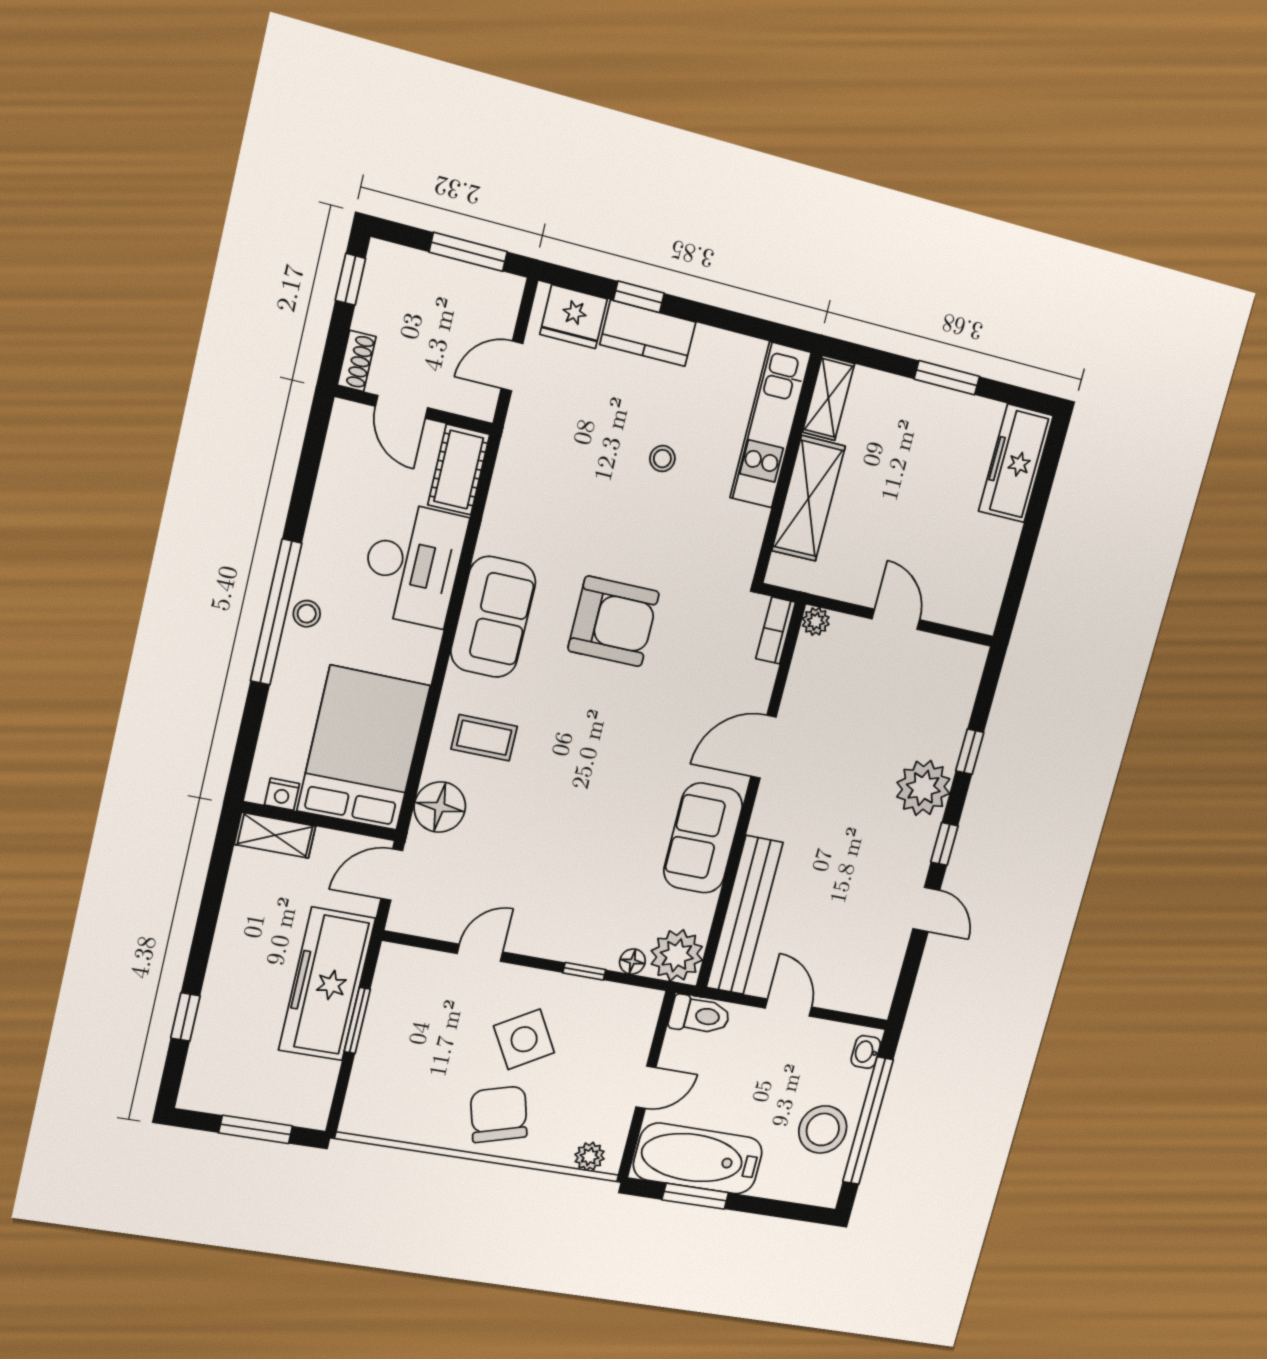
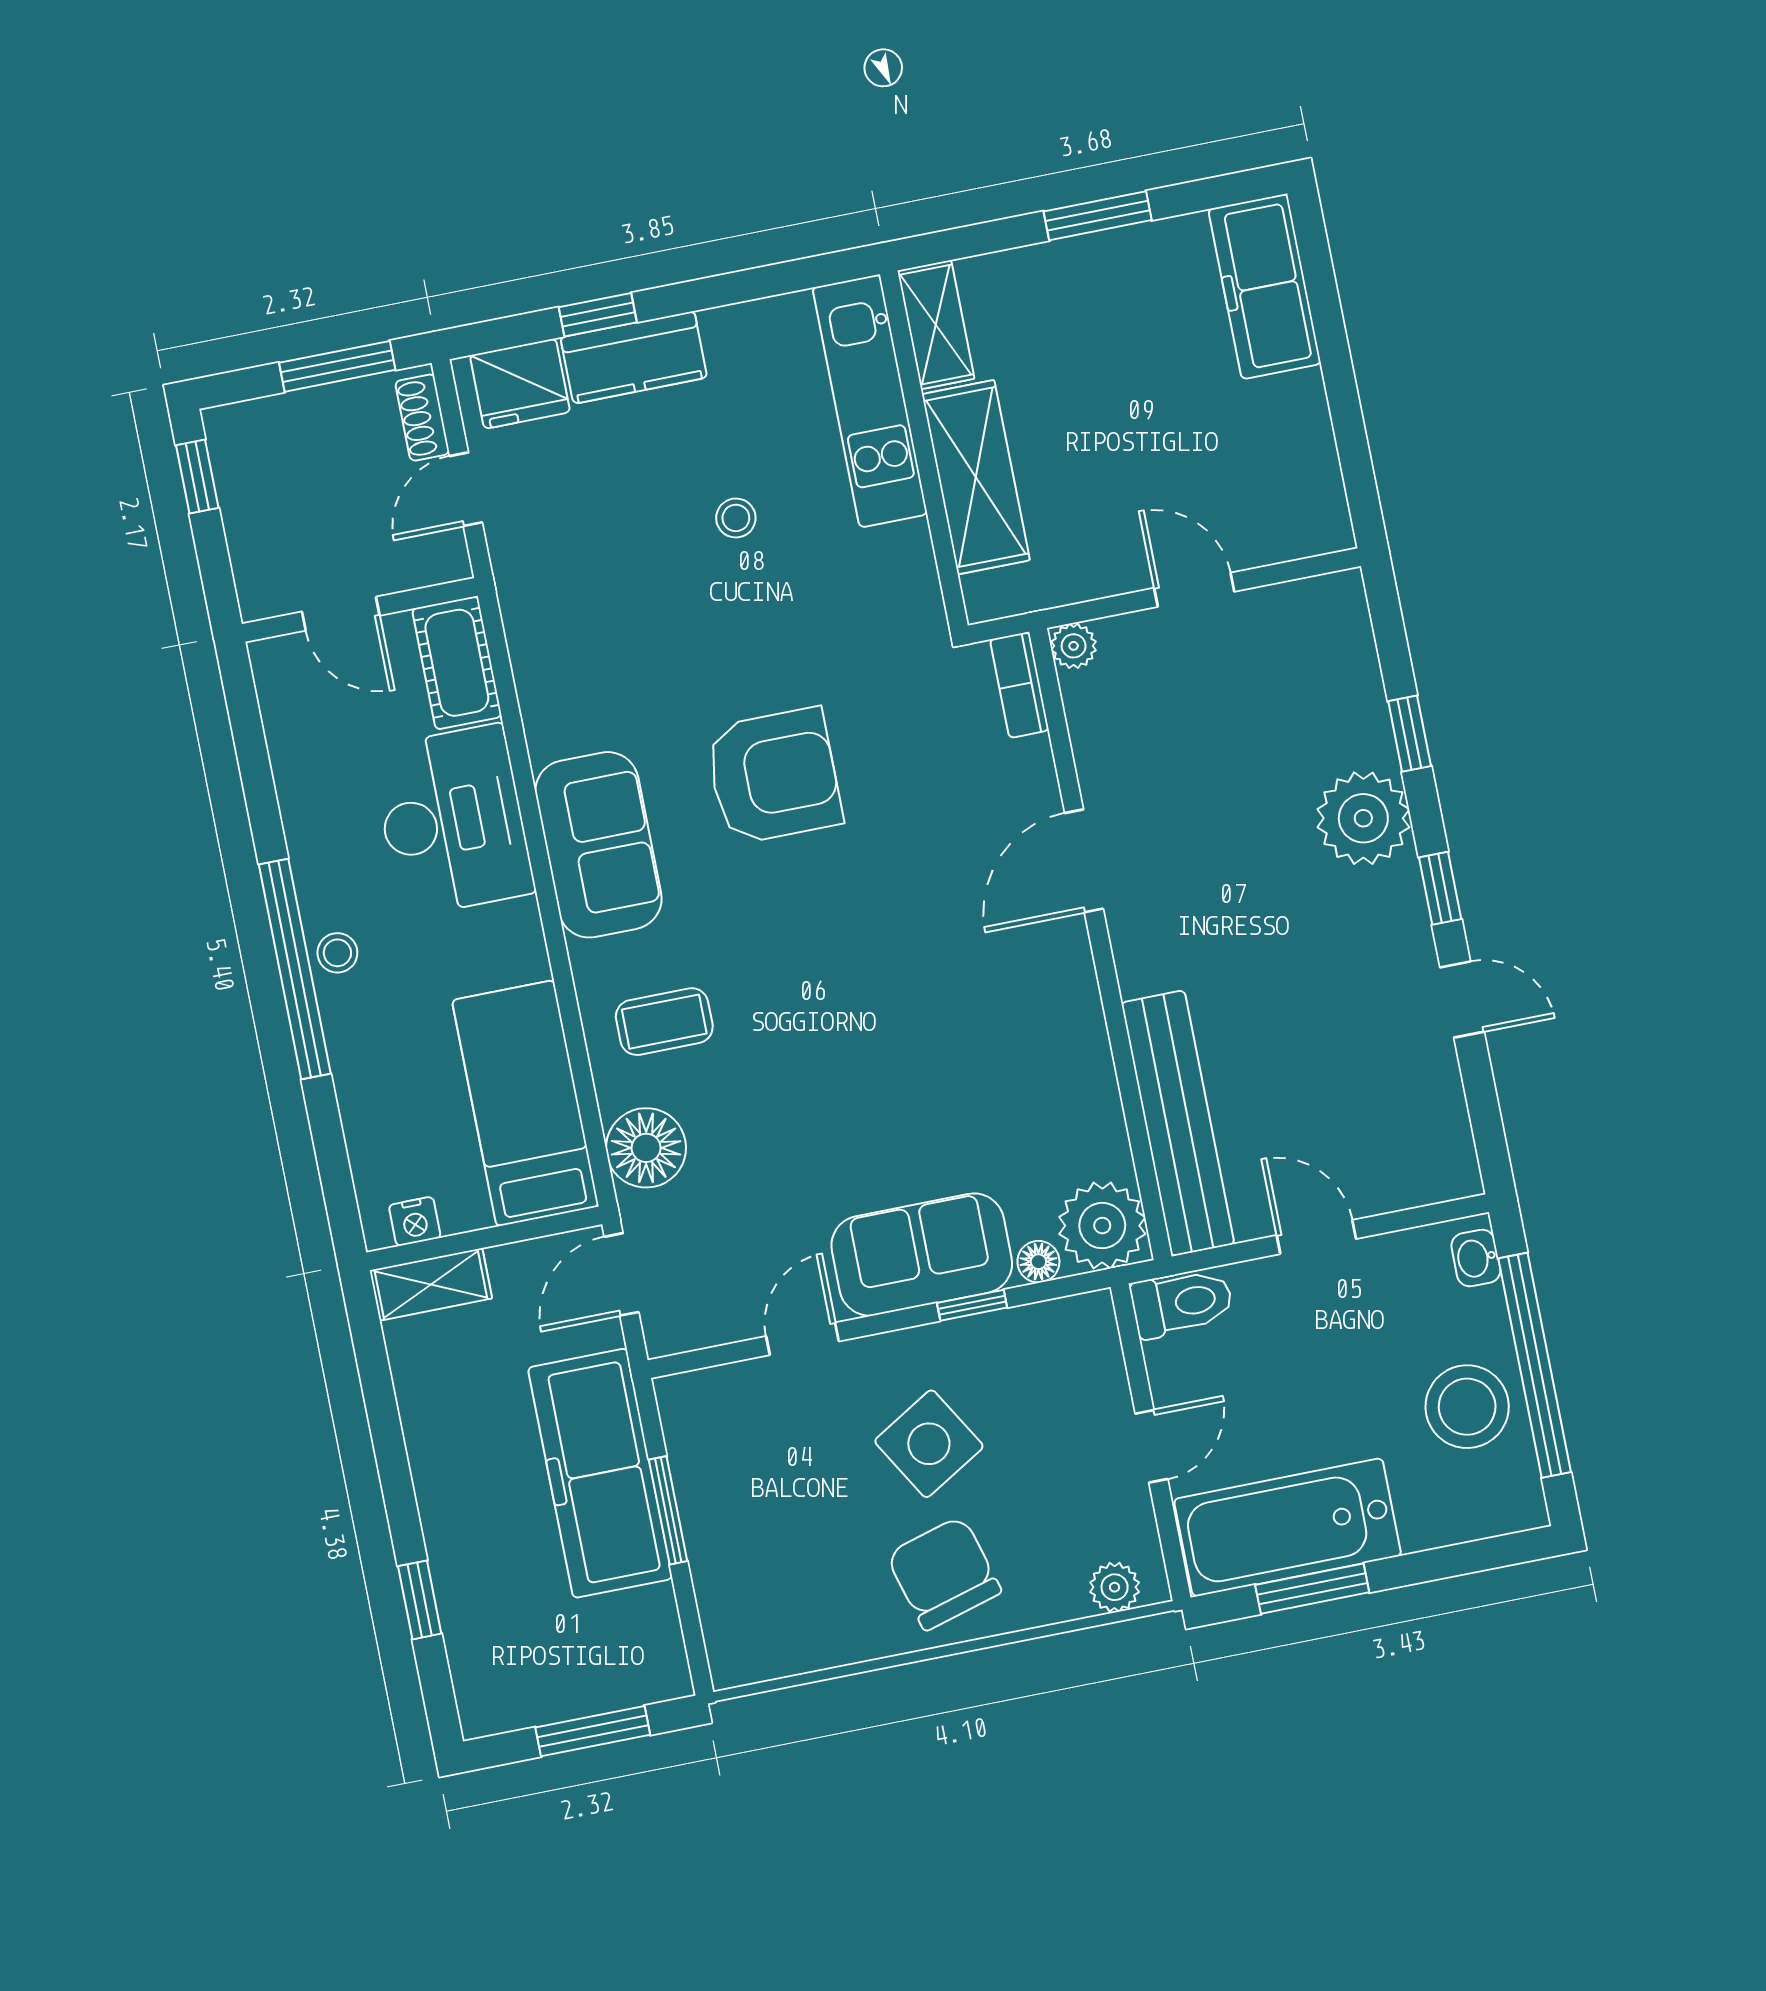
shoe rack: (357, 361) -> (422, 418), moved, turned 180
bed: (364, 748) -> (525, 1103), width x0.67
sofa: (703, 838) -> (922, 1255), moved, turned 90

